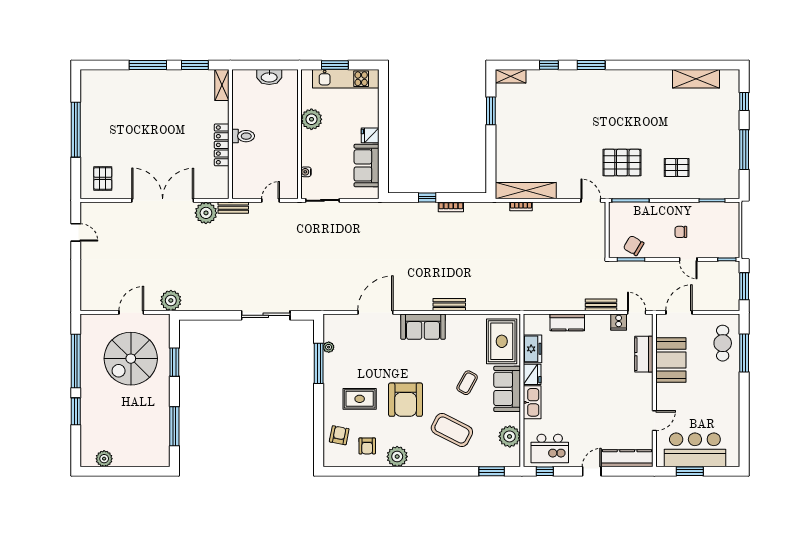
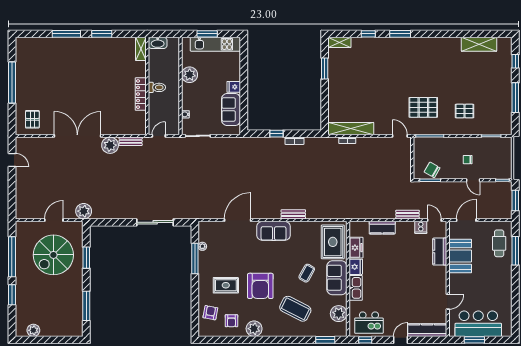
shelving: (222, 85) -> (141, 49), moved
wall: (230, 134) -> (147, 86), moved
toilet: (243, 136) -> (157, 87), moved
locker: (222, 145) -> (141, 94), moved

